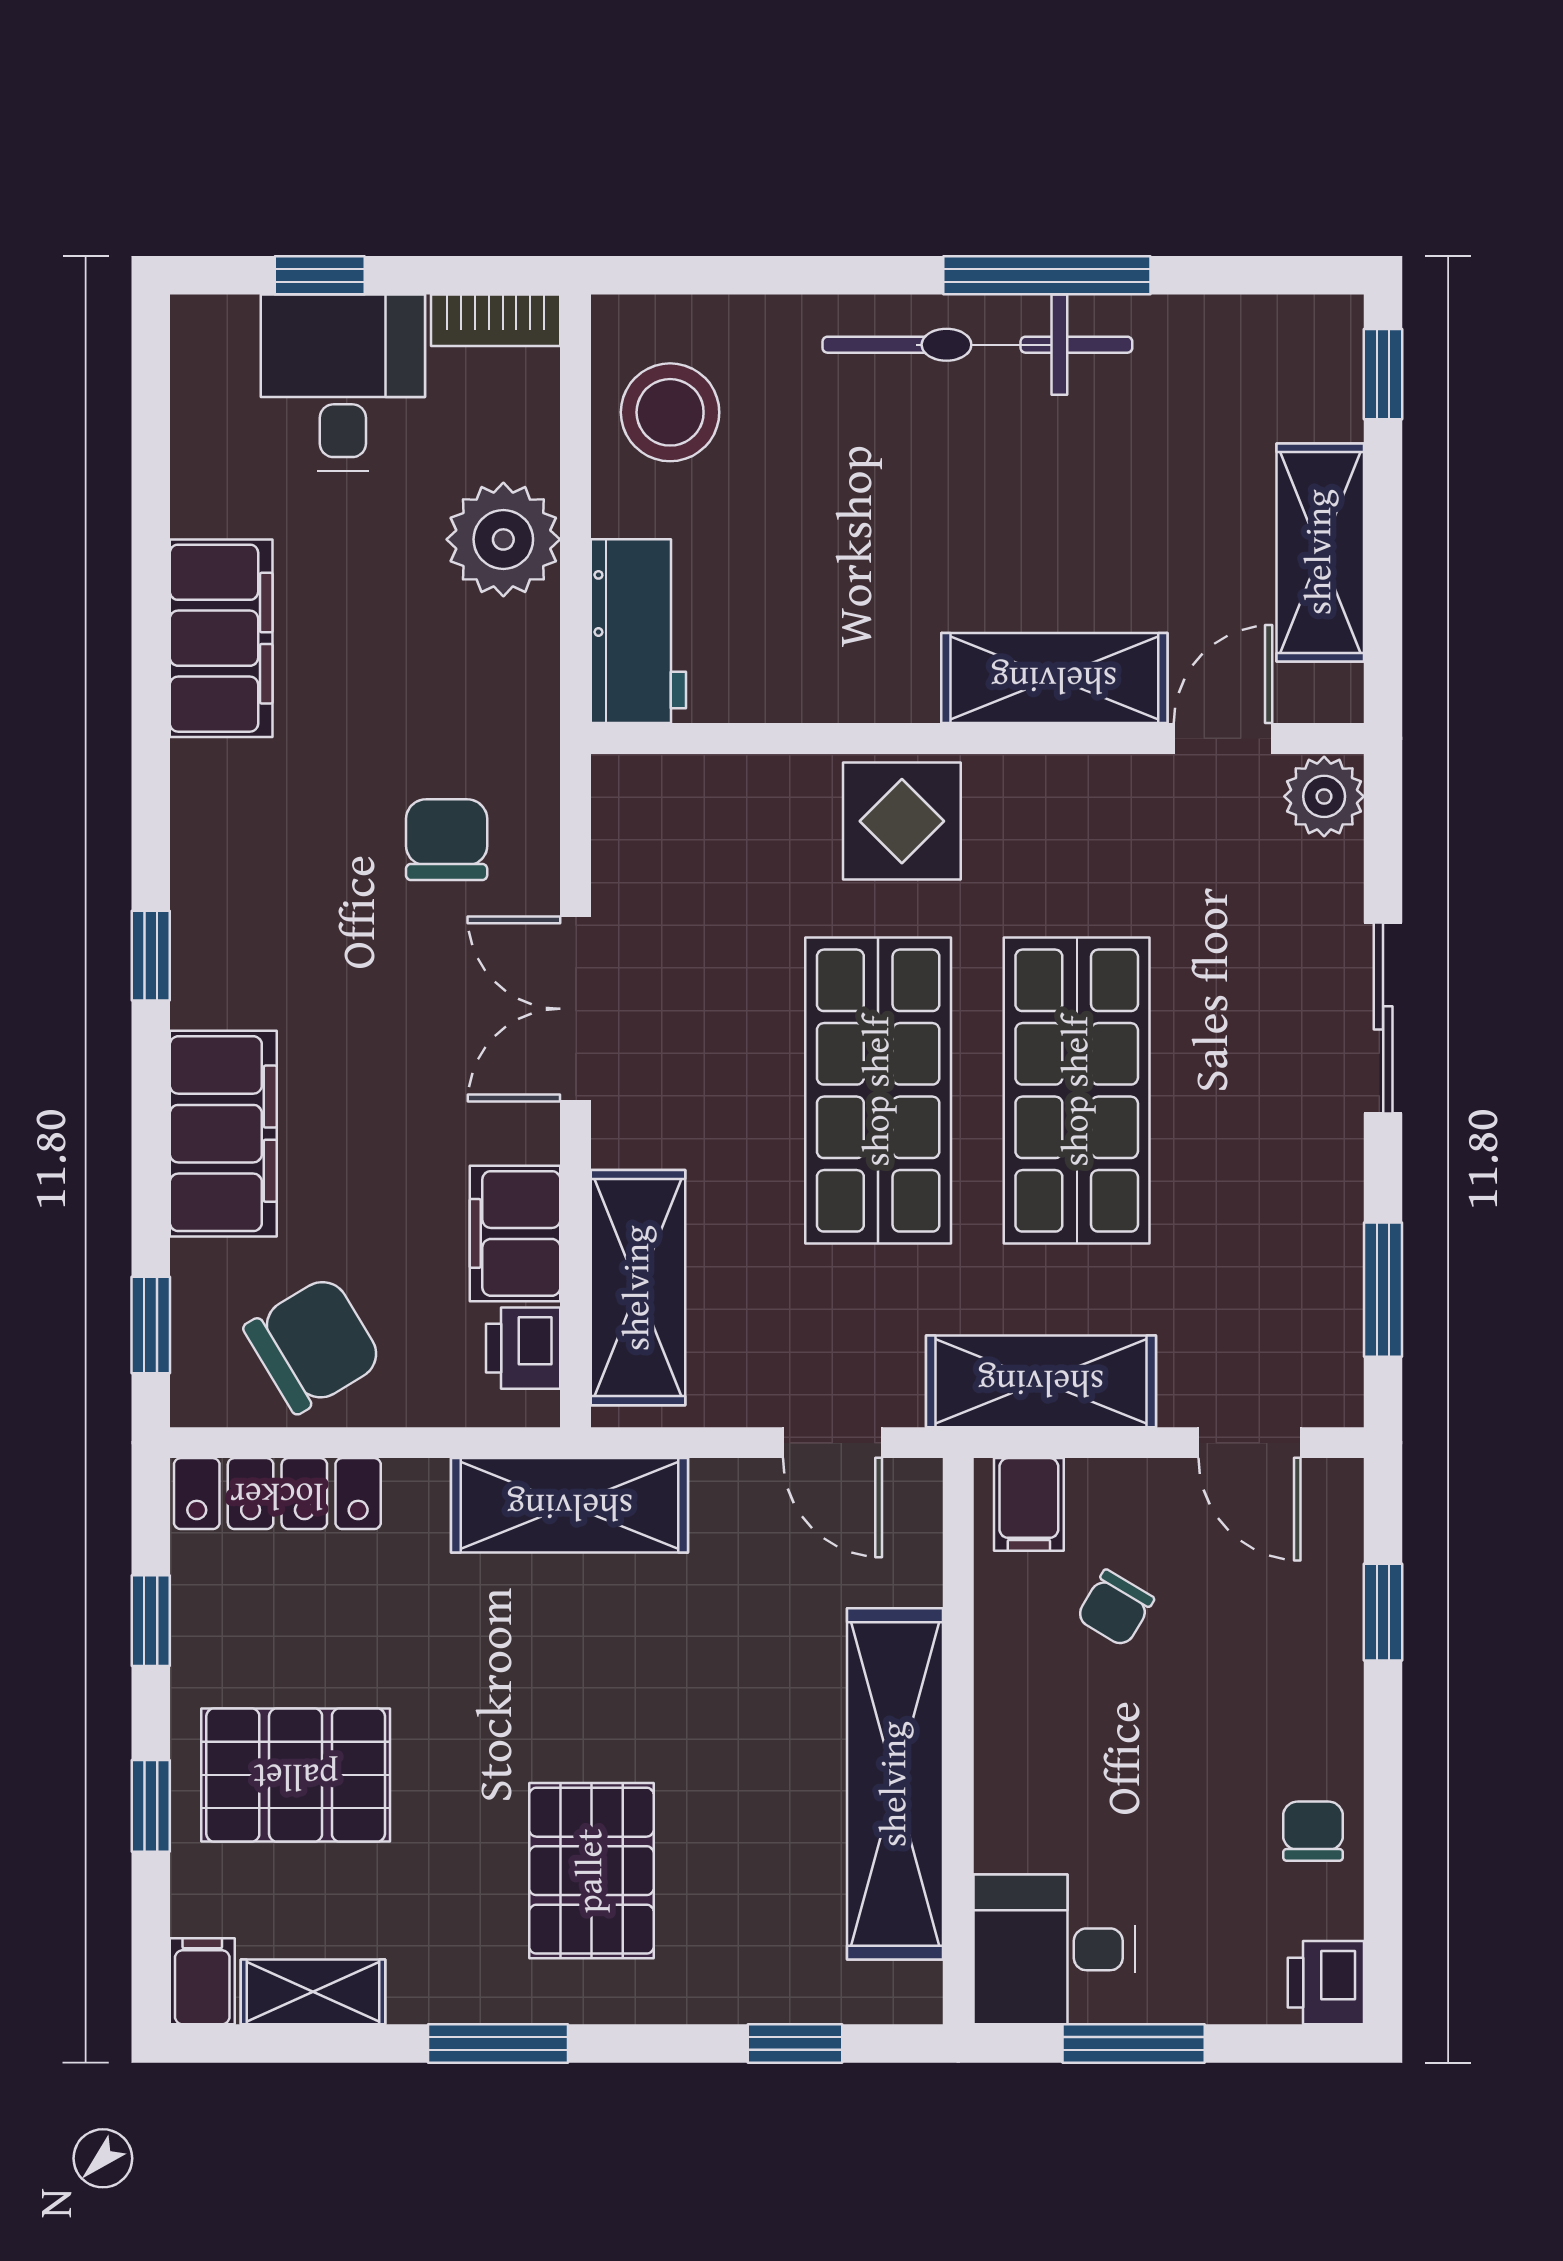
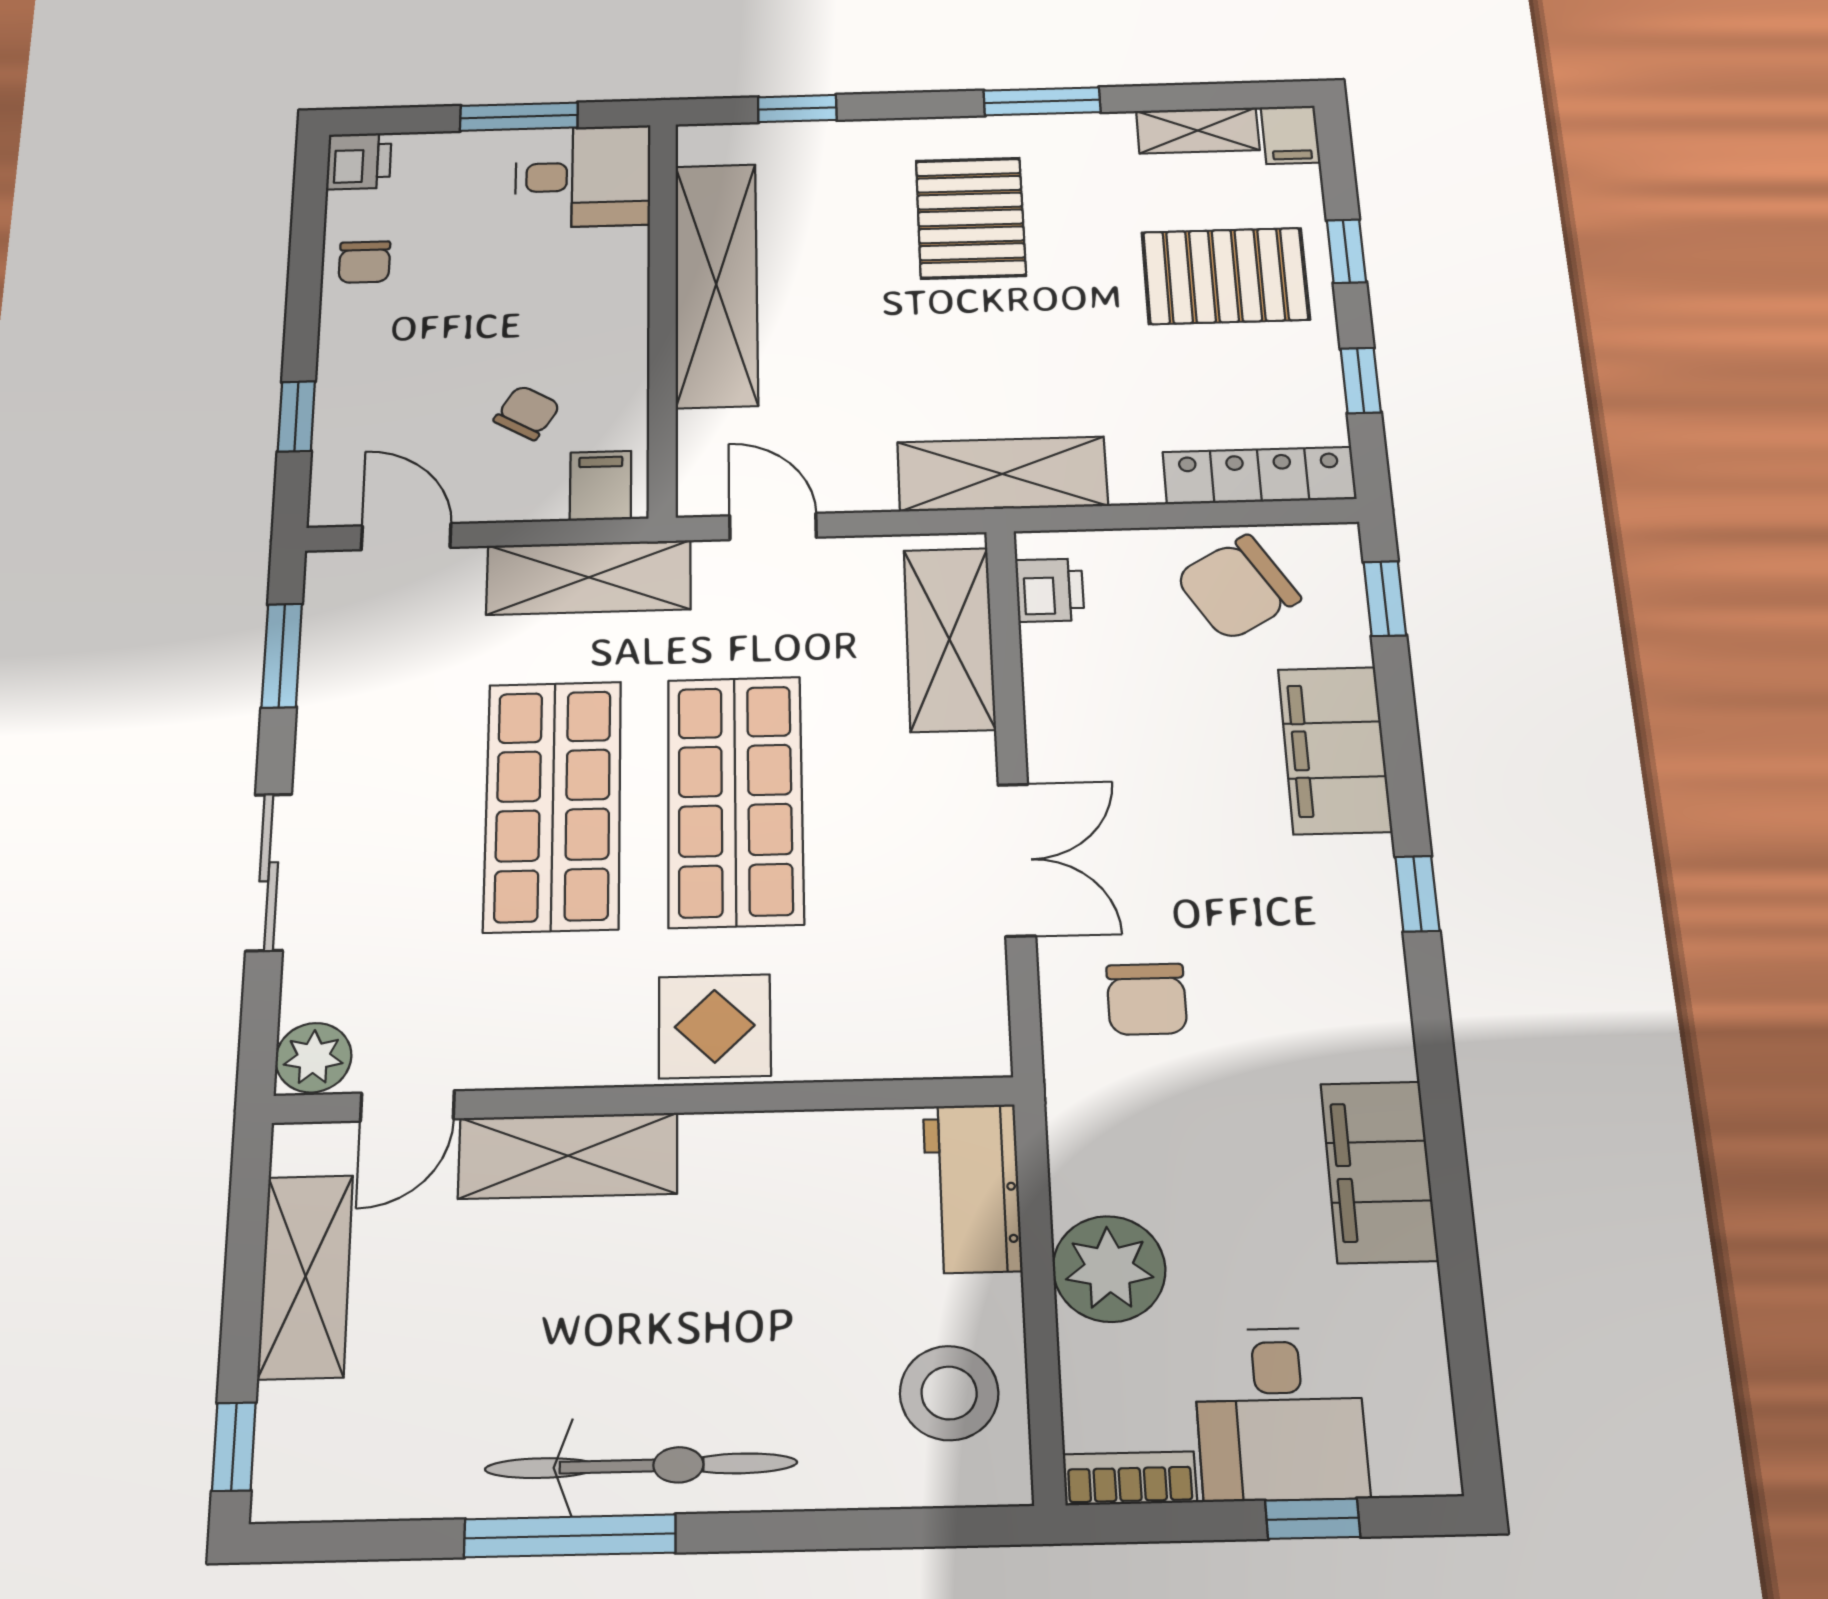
filing cabinet: (515, 1233) -> (1062, 678), removed

